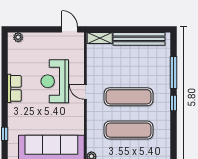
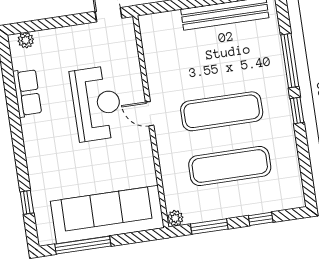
shelving: (100, 38) -> (160, 22), removed
reception desk: (55, 81) -> (97, 104), turned 180
row of seats: (14, 88) -> (27, 93), moved

